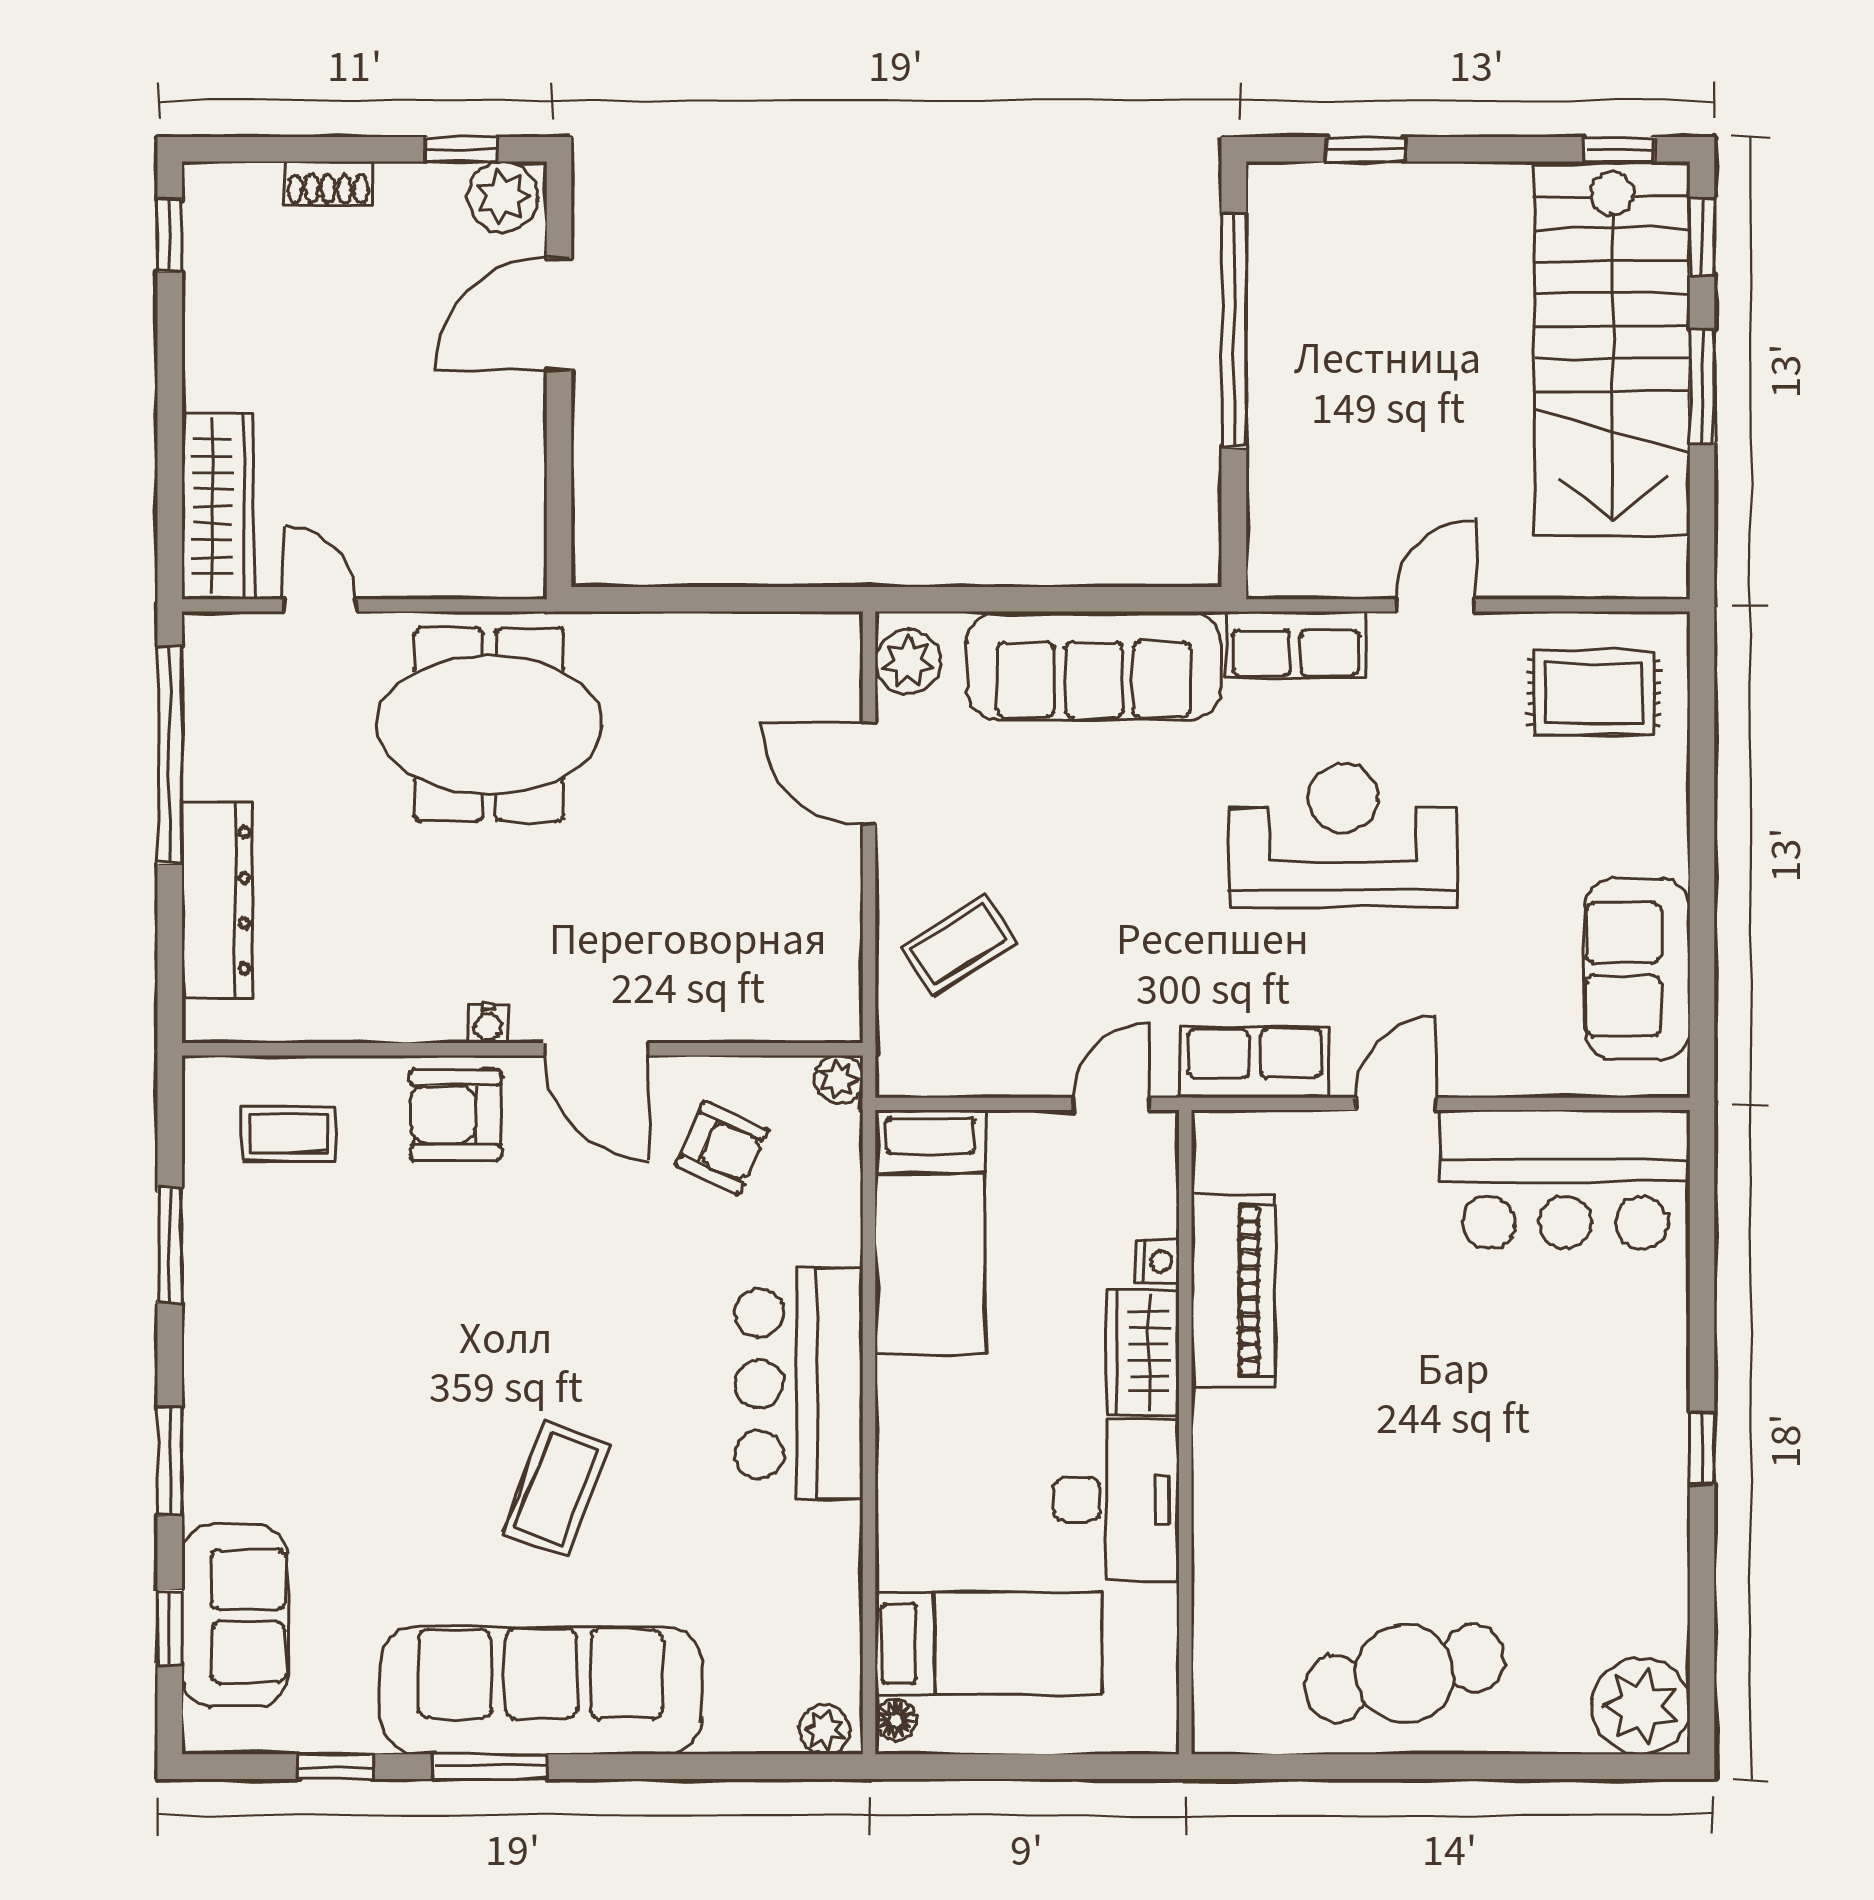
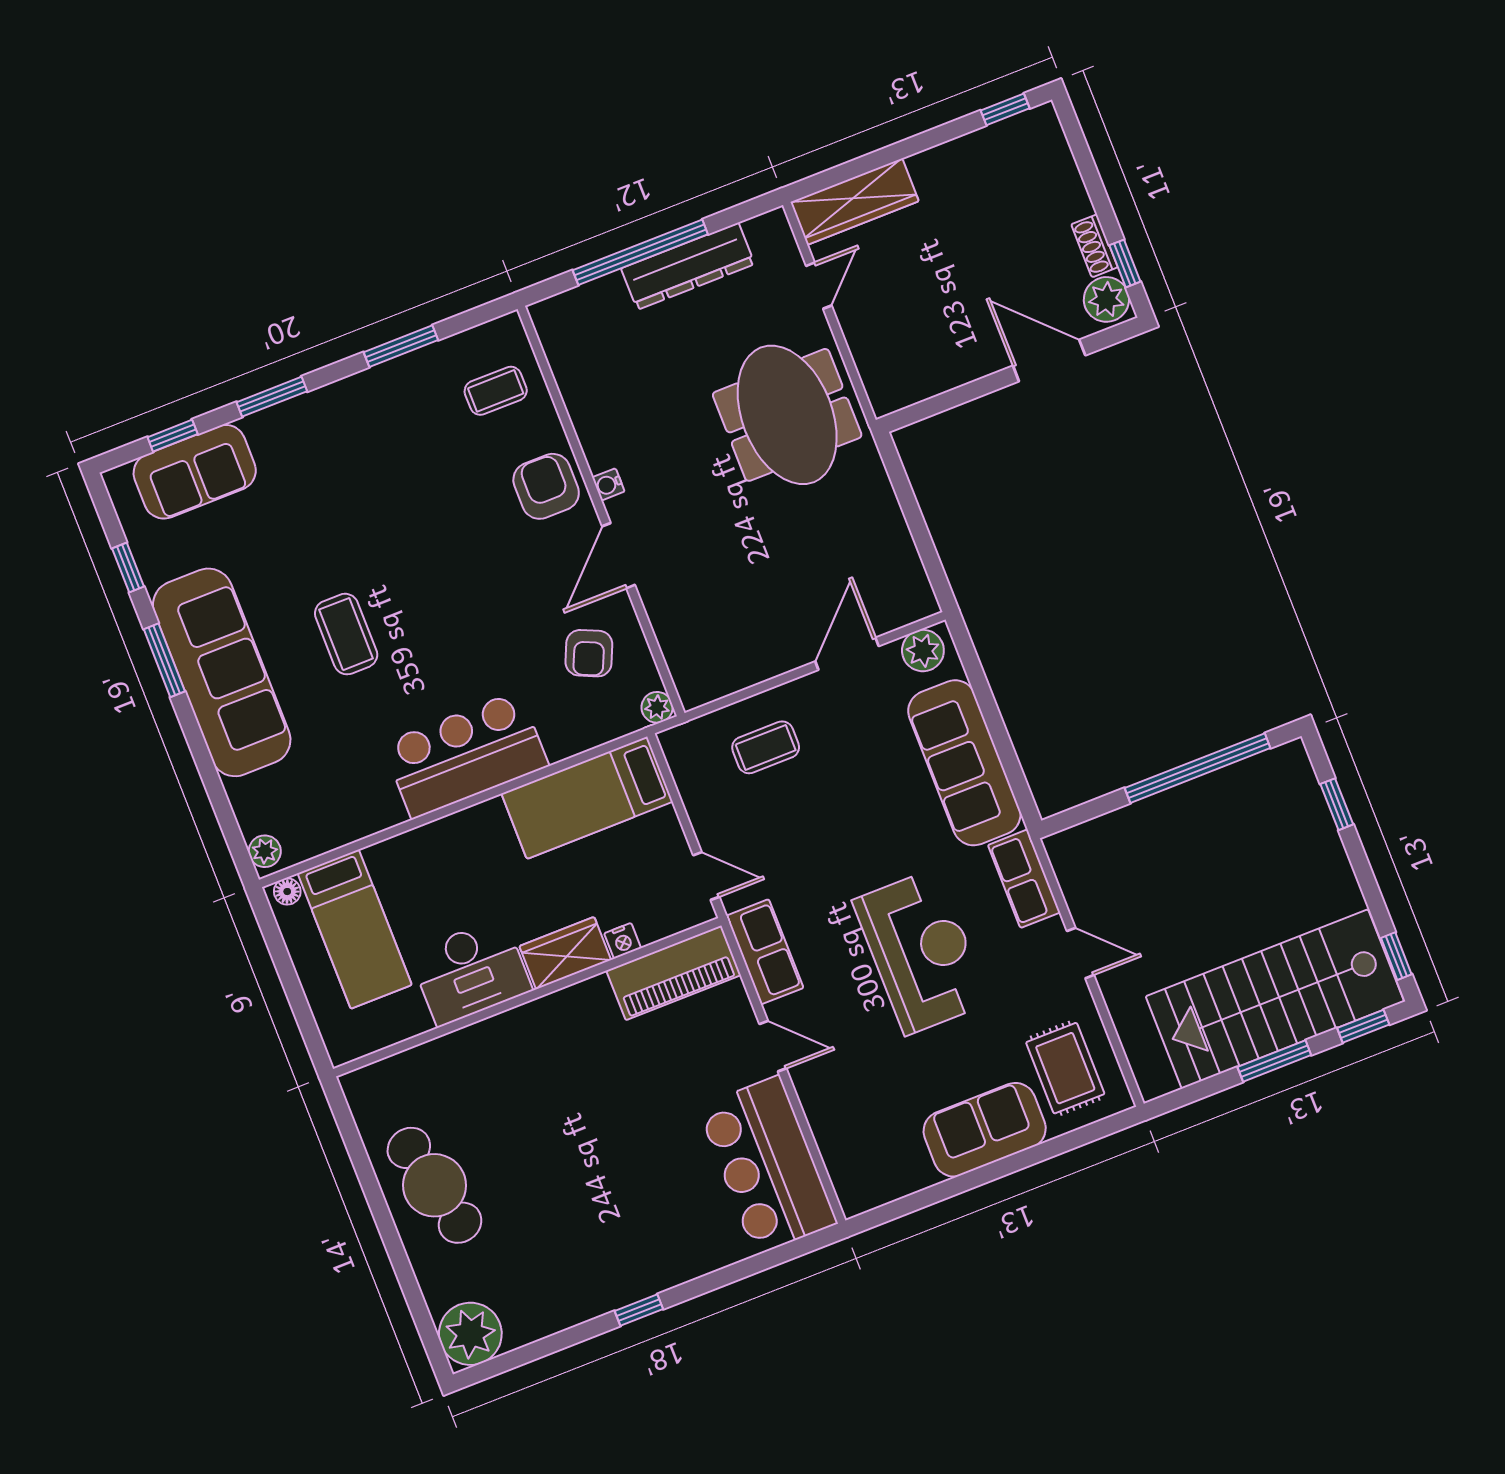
shoe rack: (328, 183) -> (1095, 246), moved
window: (170, 755) -> (640, 252), moved
dresser: (217, 900) -> (688, 266), moved
coffee table: (959, 945) -> (766, 747), turned -58
sofa: (1637, 969) -> (985, 1130), moved
coffee table: (288, 1134) -> (496, 391), turned 90
piano: (1233, 1291) -> (674, 973), moved
coffee table: (556, 1488) -> (346, 634), turned 69

